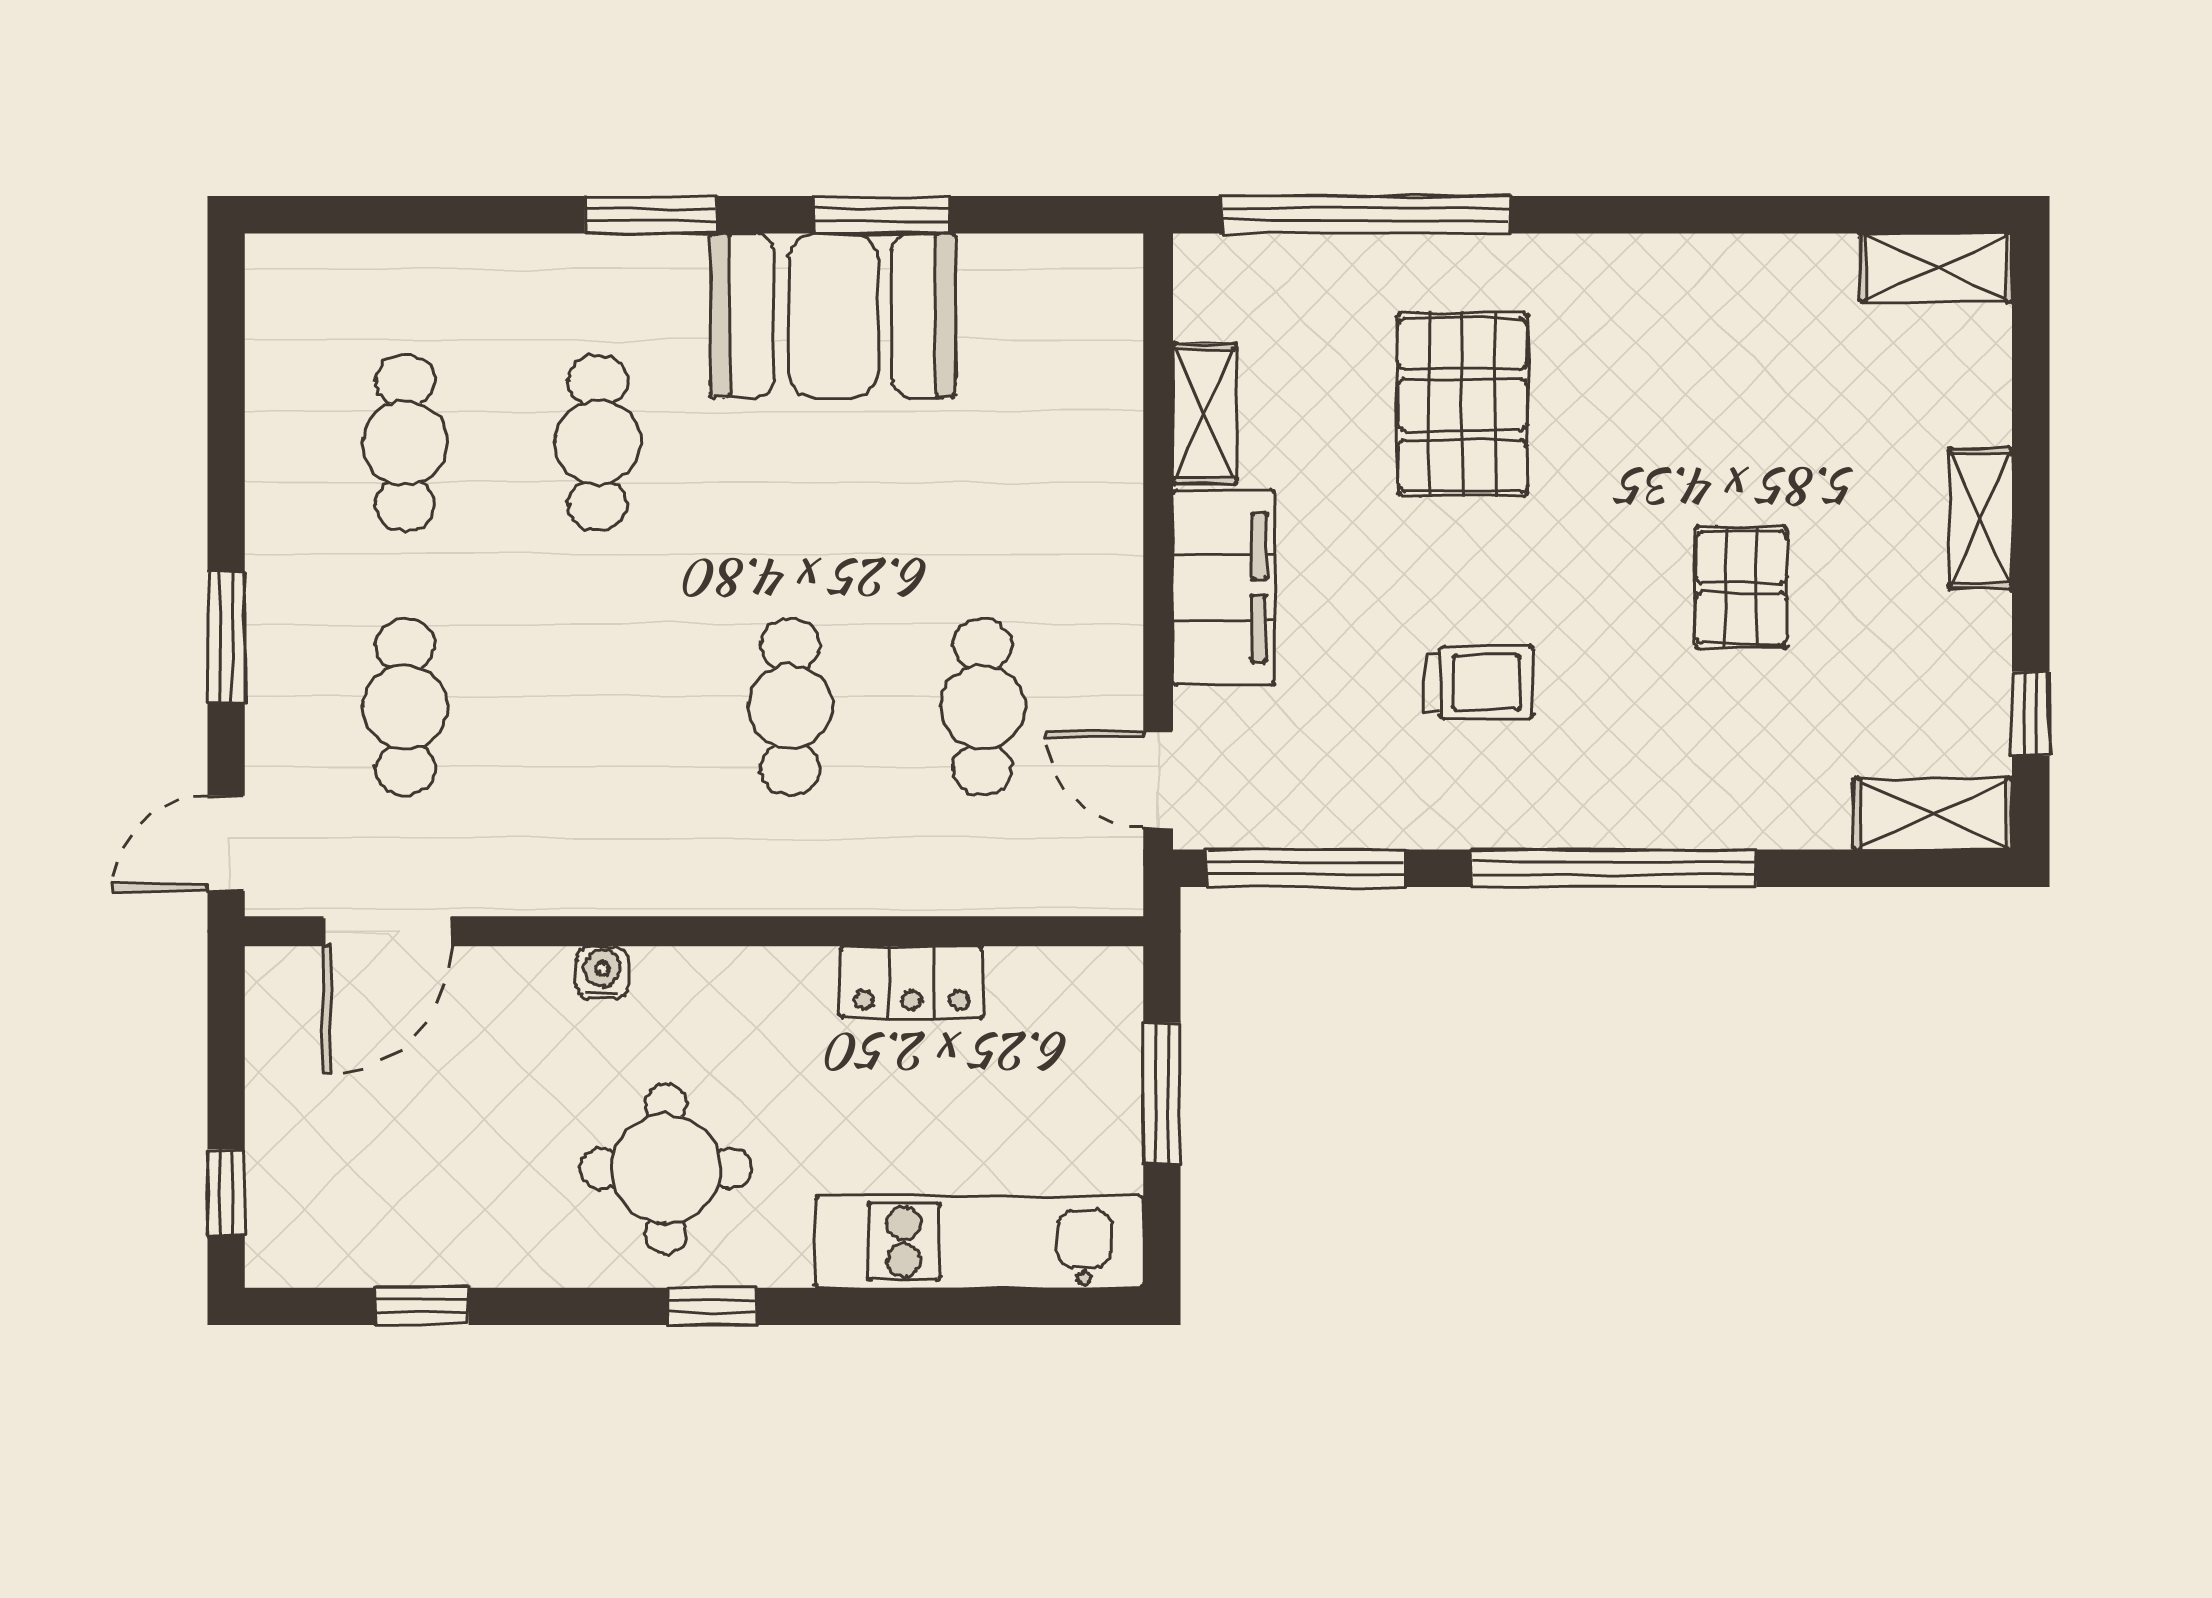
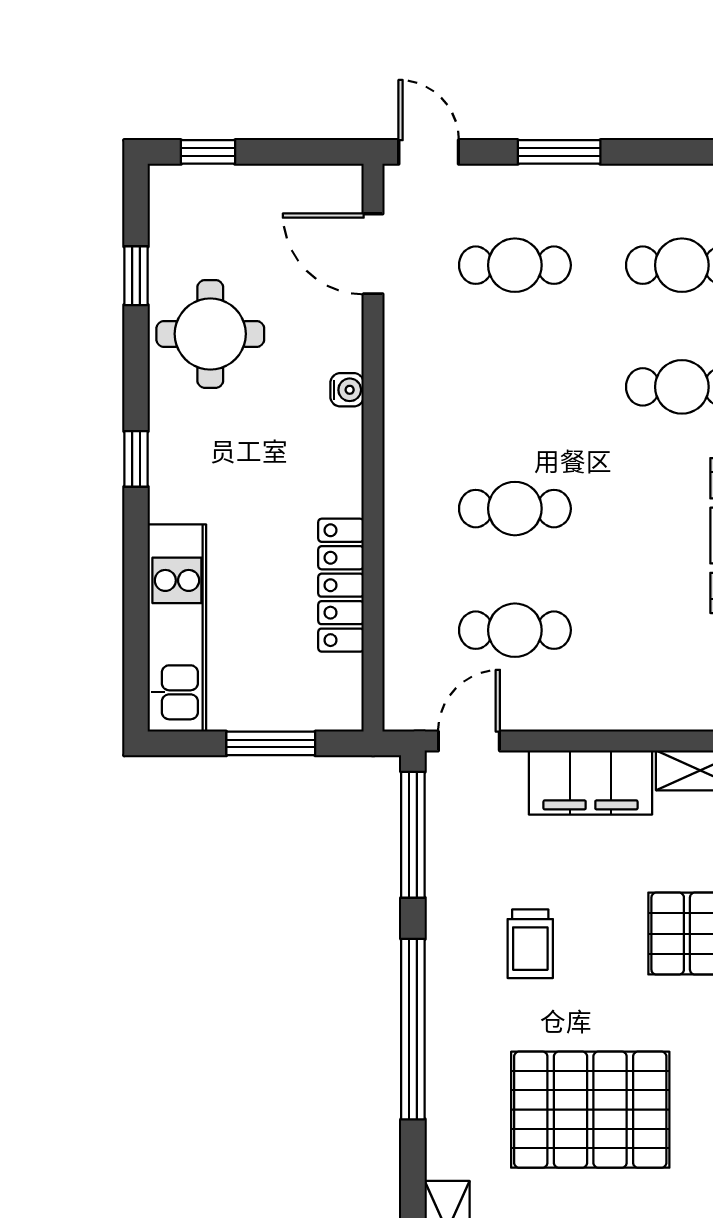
pallet: (1741, 588) -> (590, 1110), width x2.05, depth x2.00
locker: (911, 982) -> (341, 585), width x1.53
round table: (666, 1169) -> (210, 334), moved

